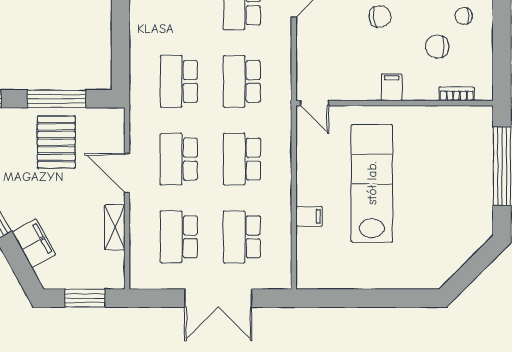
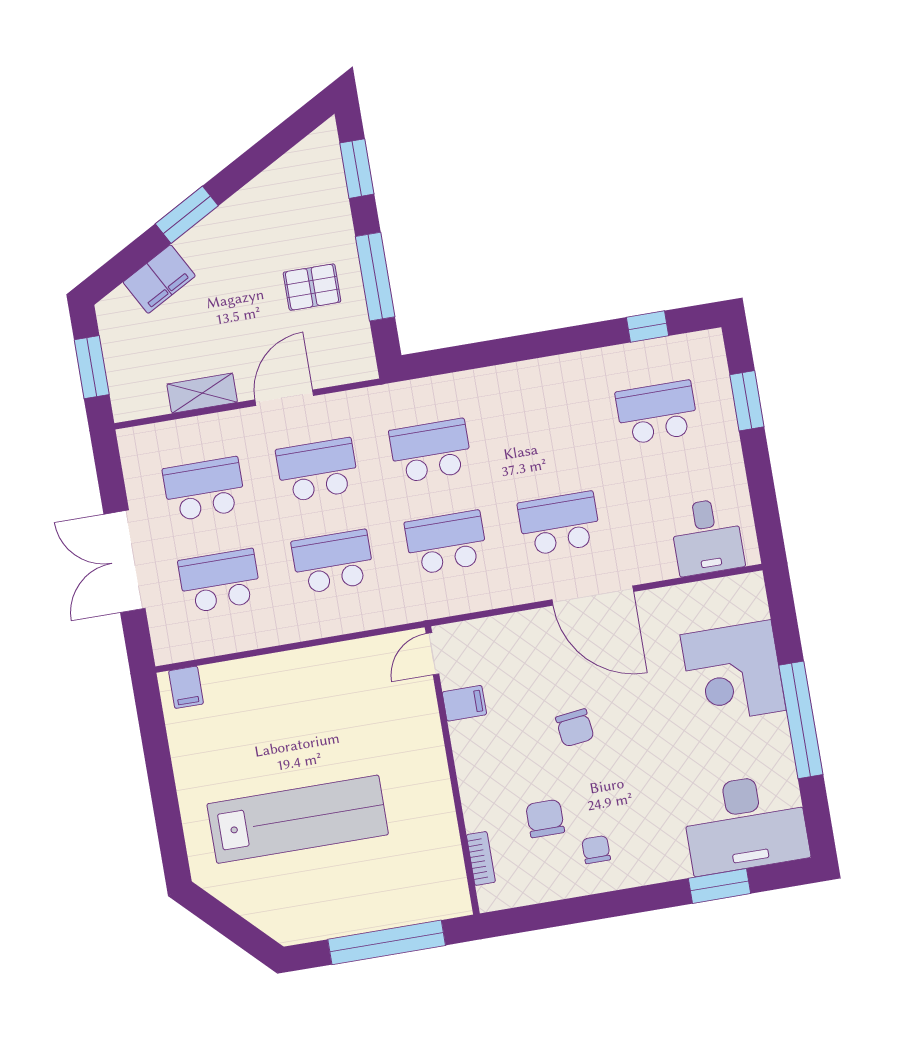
filing cabinet: (392, 87) -> (464, 703), moved
pallet: (56, 142) -> (312, 287), width x0.67, depth x0.71
lab bench: (372, 183) -> (298, 819), moved
filing cabinet: (309, 216) -> (186, 687), moved

